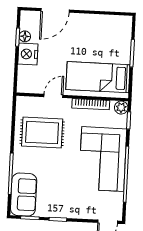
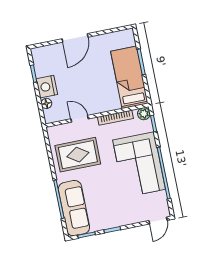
door: (55, 10) -> (75, 38), moved
floor lamp: (25, 36) -> (46, 103), moved
bed: (98, 77) -> (129, 77), moved, turned 90
door: (53, 96) -> (80, 119), hinge flipped
sofa: (24, 195) -> (74, 208), width x1.36

